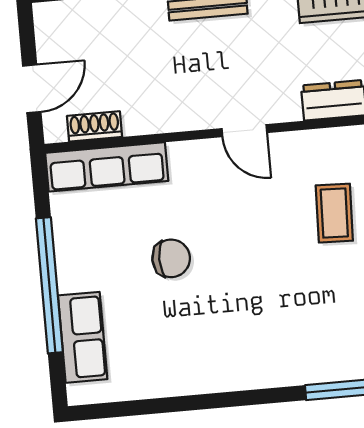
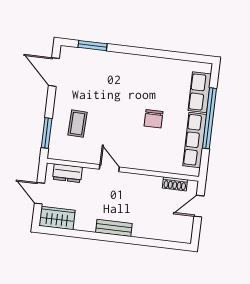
row of seats: (107, 167) -> (195, 140), moved, turned -90
chair: (171, 258) -> (153, 119), turned -90

